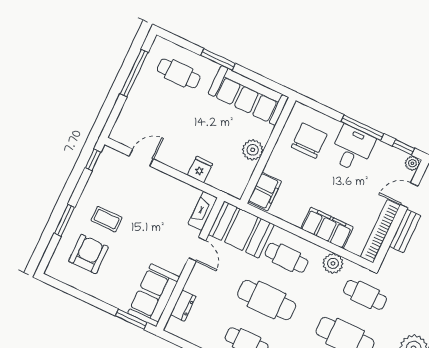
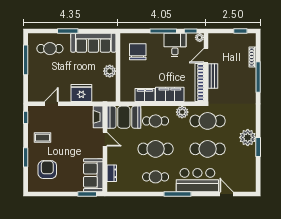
desk: (352, 149) -> (175, 45), moved
fridge: (200, 169) -> (81, 93), width x1.88, depth x1.34
filing cabinet: (265, 192) -> (145, 95), moved, turned -90
coffee table: (107, 219) -> (43, 138), moved
cafe table: (365, 295) -> (208, 121), width x1.37, depth x1.35

